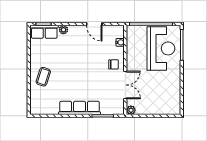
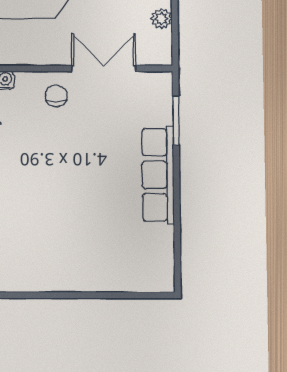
coffee table: (43, 77) -> (85, 260), removed
plant: (131, 110) -> (162, 19), moved

